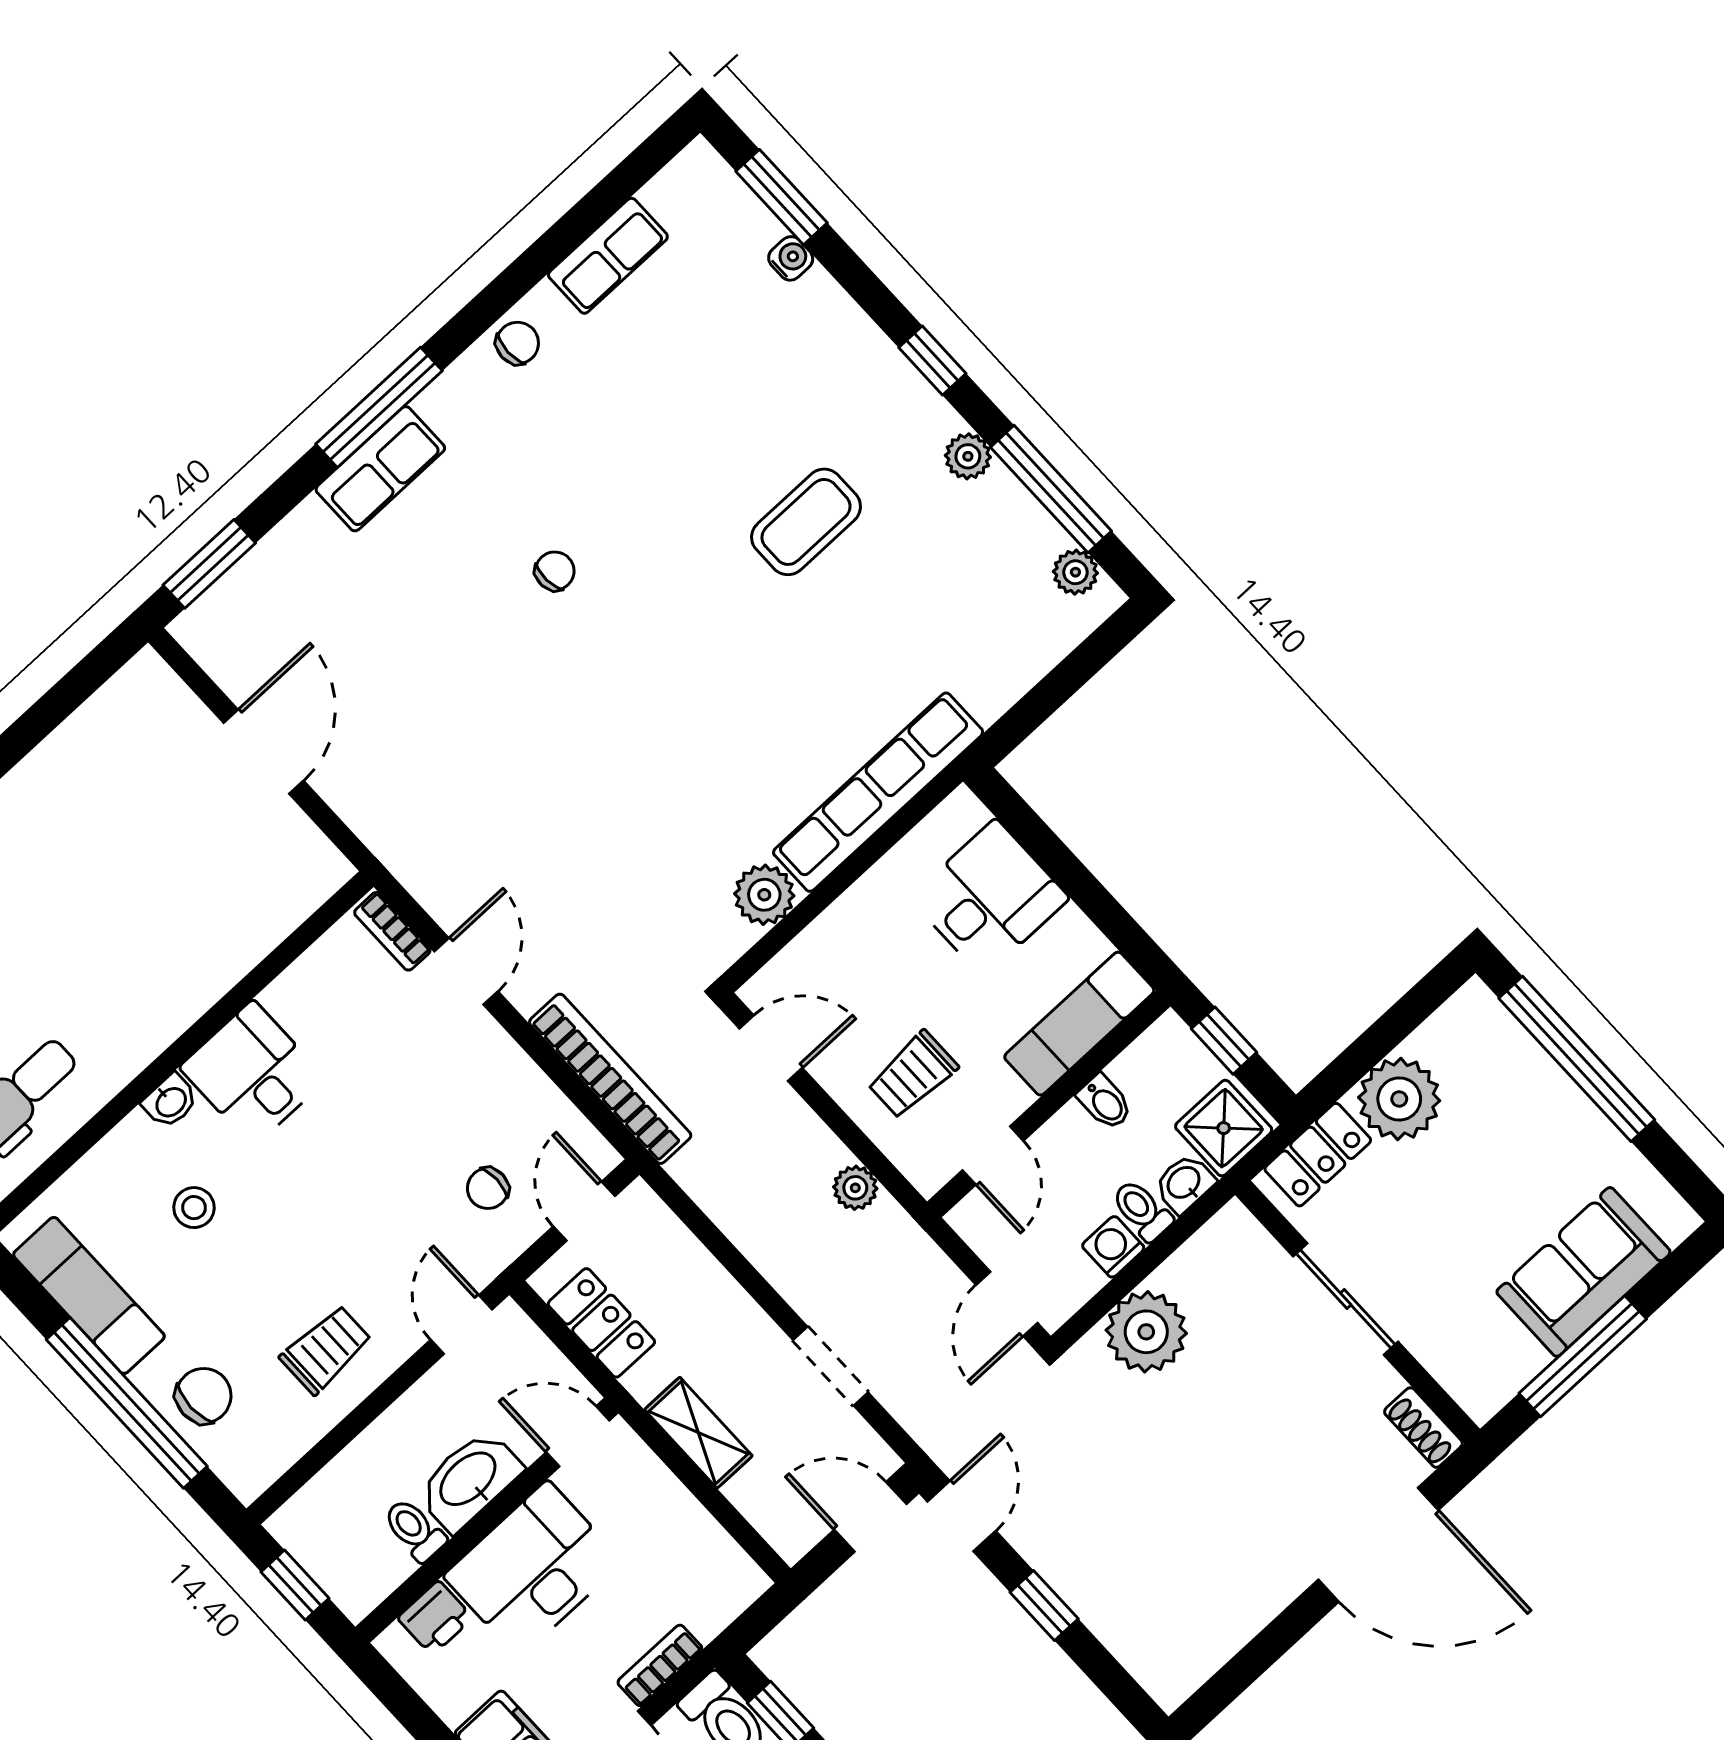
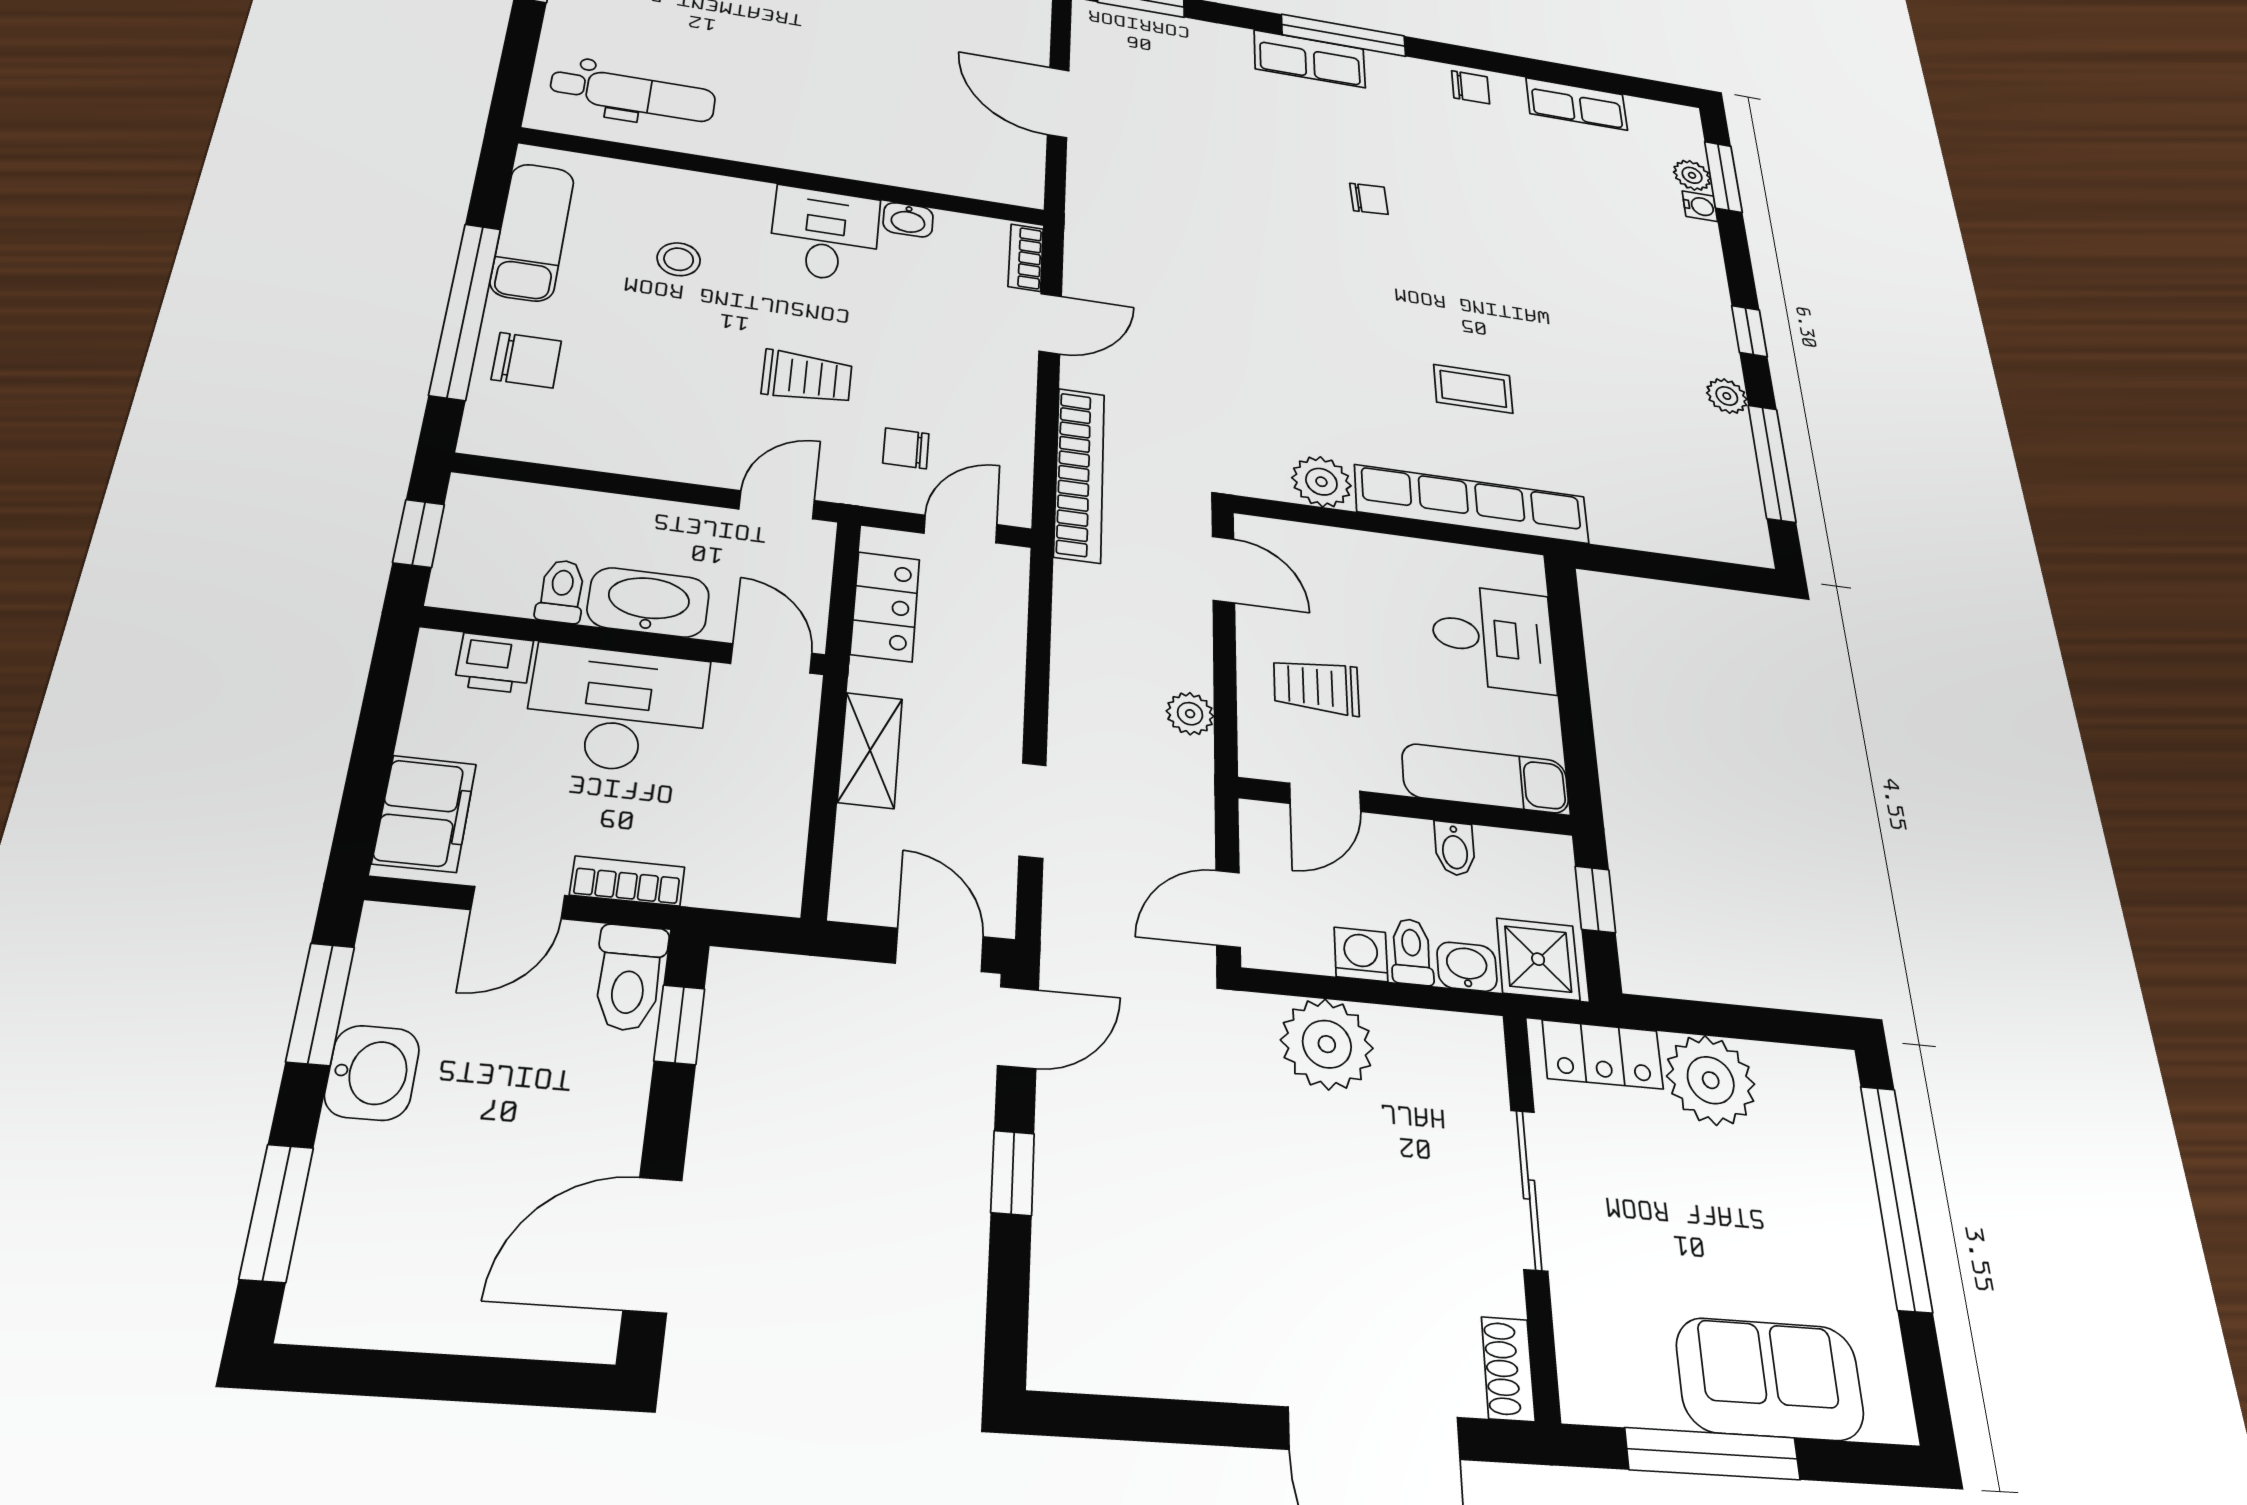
coffee table: (806, 522) -> (1473, 389), moved, width x0.73, depth x0.77
plant: (1075, 572) -> (1692, 175), moved
door: (264, 752) -> (1058, 102), swing flipped
washbasin: (170, 1101) -> (908, 220), moved
trolley: (326, 1350) -> (807, 377), moved

